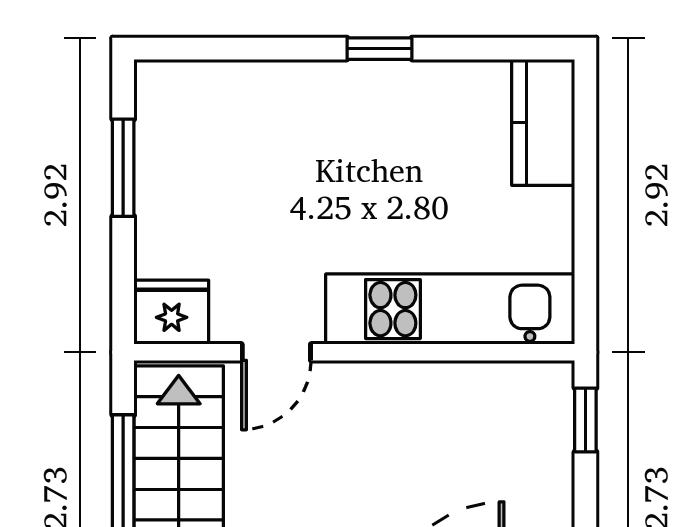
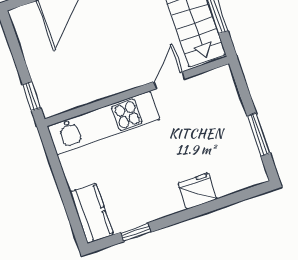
window: (379, 49) -> (136, 232), moved
fridge: (172, 312) -> (197, 191), moved, turned 180

